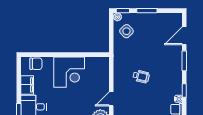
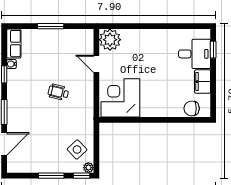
corner desk: (69, 72) -> (120, 98), moved
door: (111, 99) -> (96, 64), swing flipped

